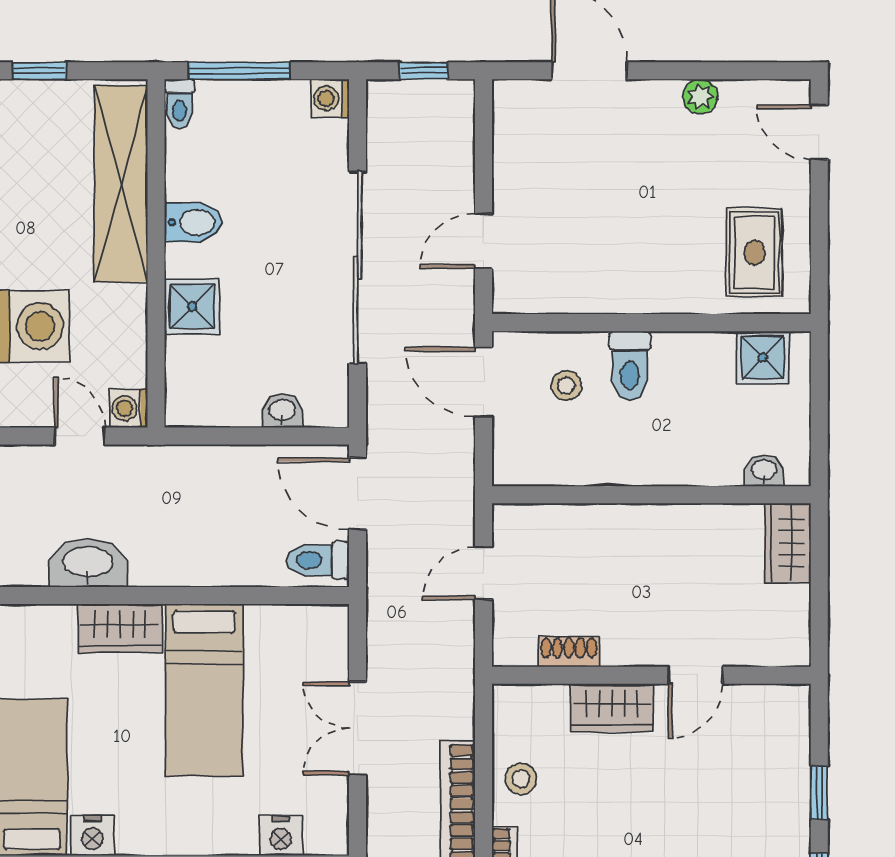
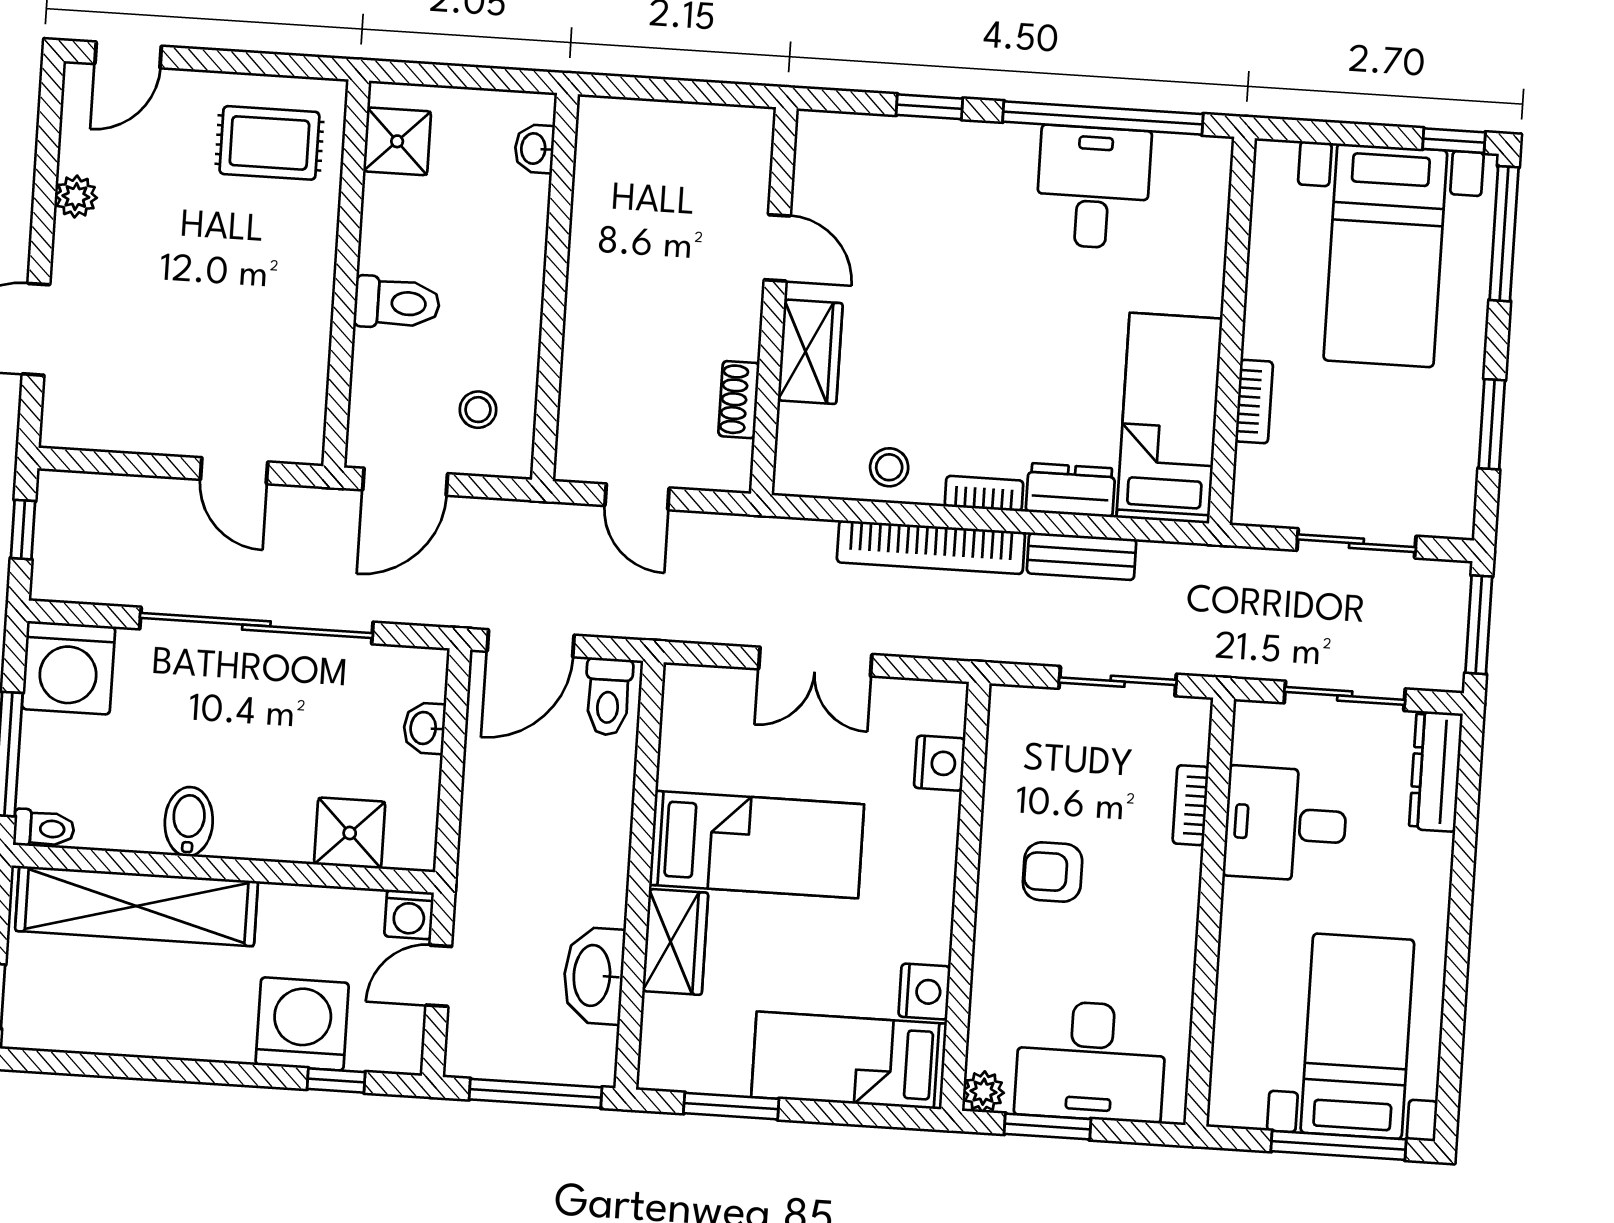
washing machine: (330, 98) -> (68, 668), width x1.89, depth x1.89
shower: (192, 307) -> (350, 833), moved
stool: (566, 386) -> (478, 410), moved
wardrobe: (788, 543) -> (624, 125), removed

